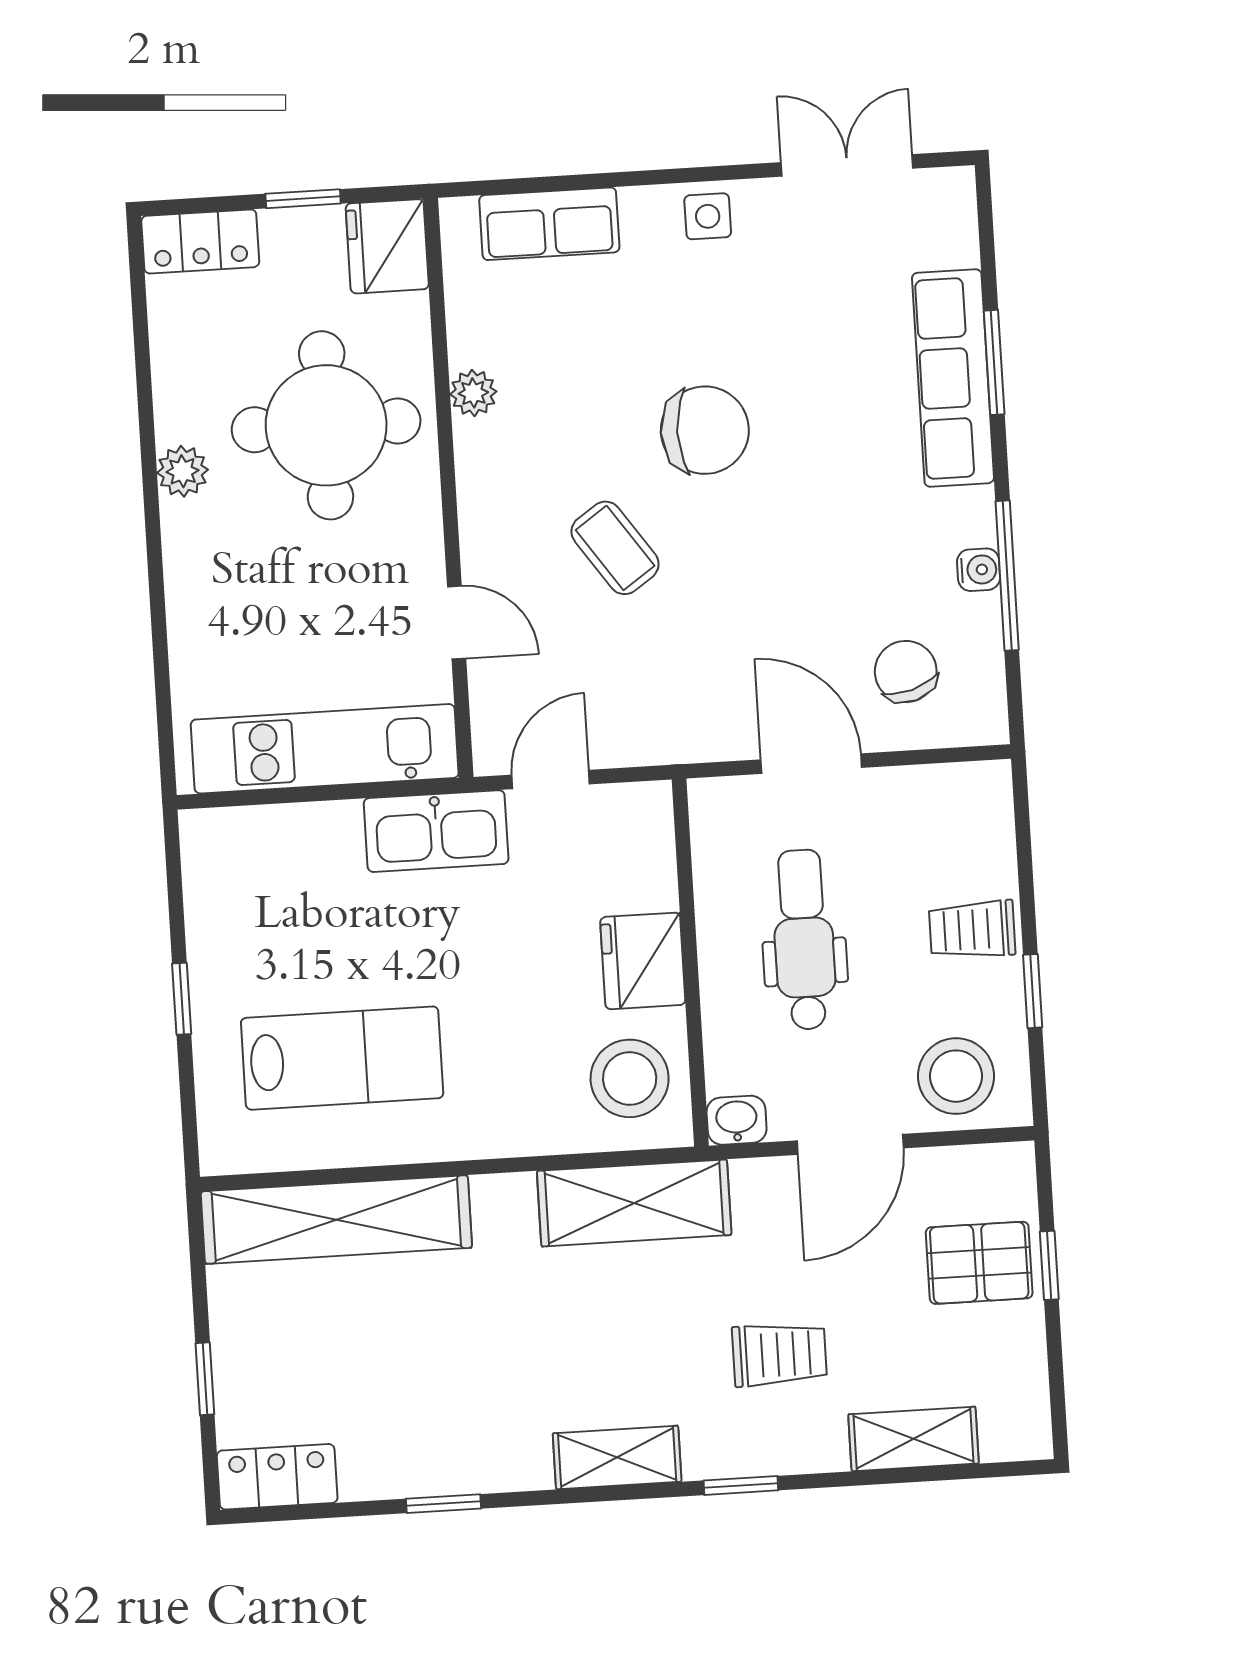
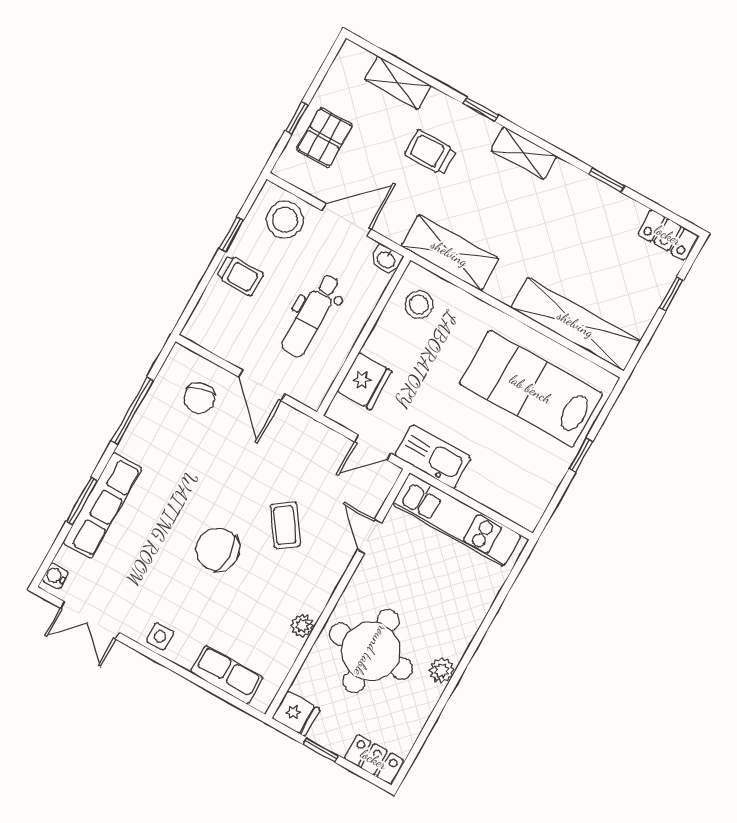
fridge: (387, 246) -> (296, 714), width x0.72
water cooler: (979, 570) -> (55, 576), moved
fridge: (643, 961) -> (365, 381), moved
lab bench: (342, 1058) -> (531, 389), width x1.36, depth x1.39
stool: (630, 1078) -> (419, 305), width x0.73, depth x0.73
pallet: (979, 1263) -> (325, 137), turned 90

